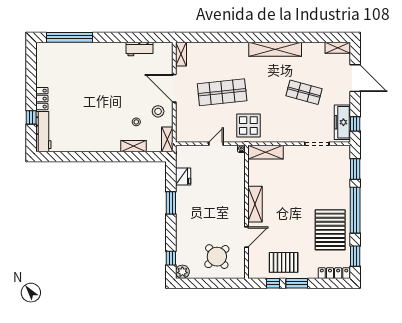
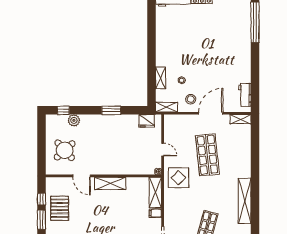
workbench: (139, 49) -> (245, 95), moved
filing cabinet: (289, 152) -> (155, 213), added
fridge: (183, 176) -> (147, 121), moved
plant: (182, 272) -> (74, 120), moved

